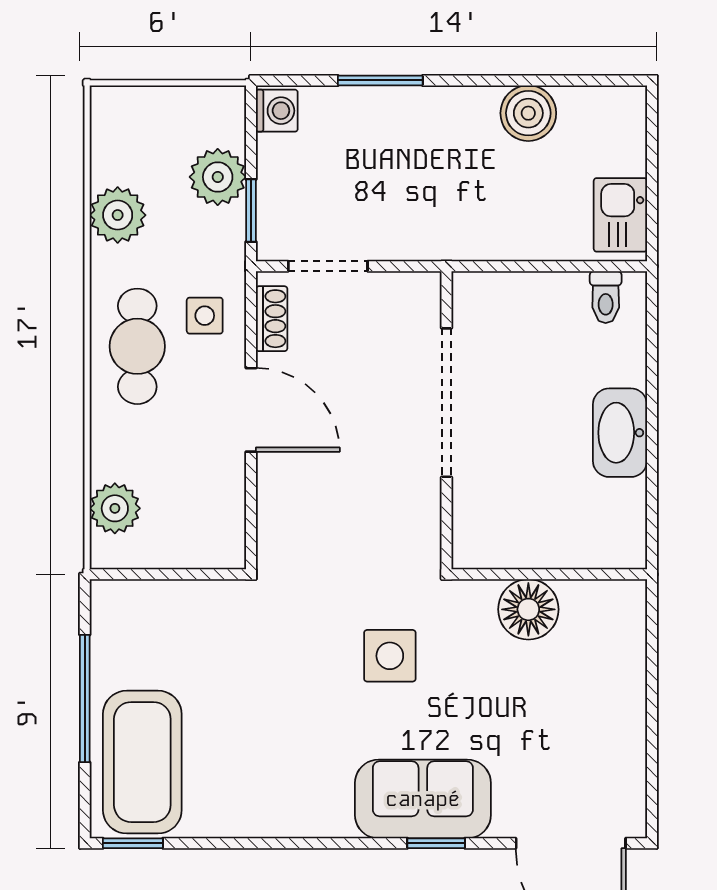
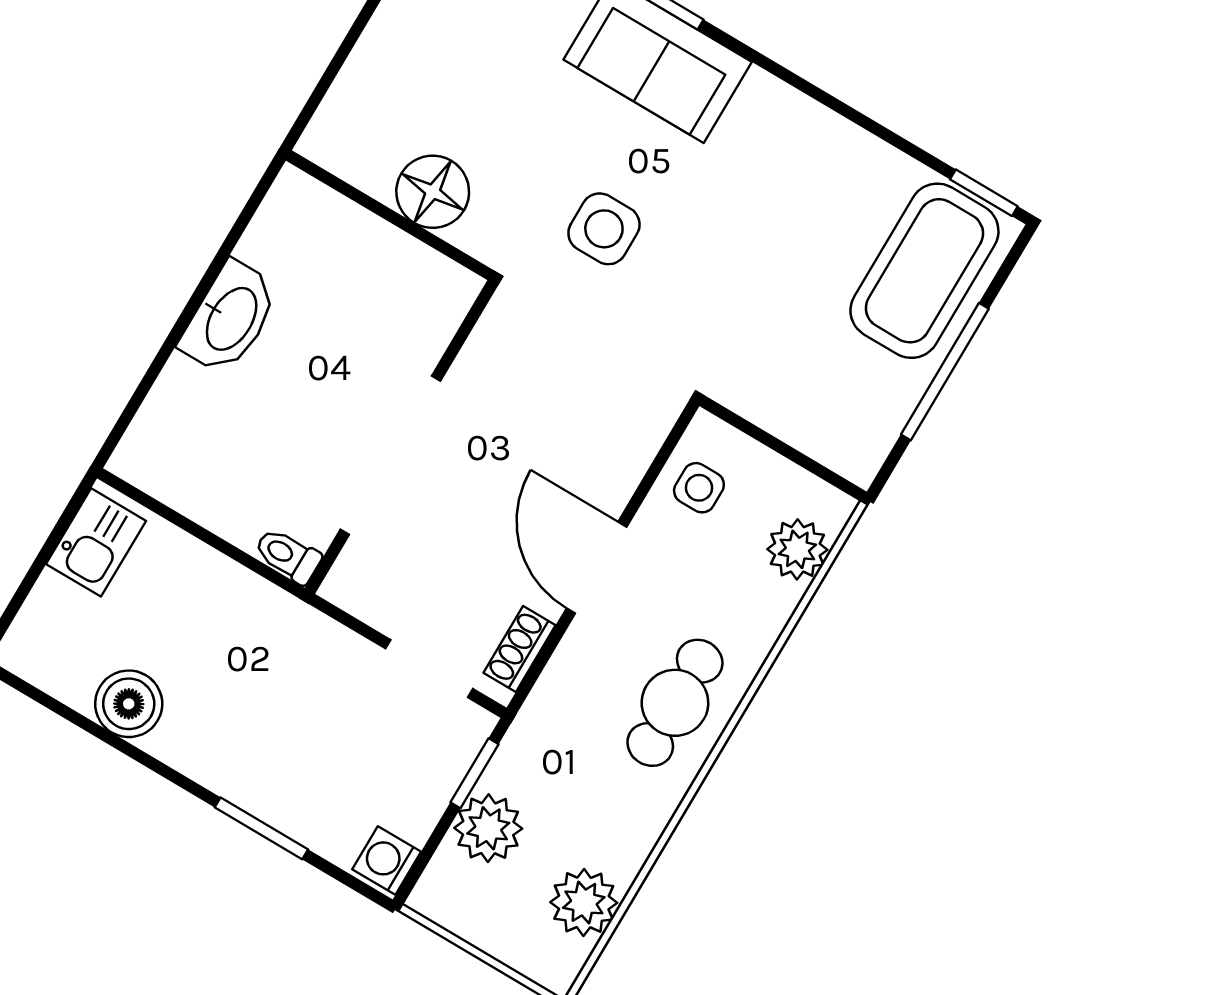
plant: (118, 215) -> (584, 902), moved
toilet: (606, 297) -> (288, 556), moved, turned -90
side table: (205, 316) -> (699, 488), moved

